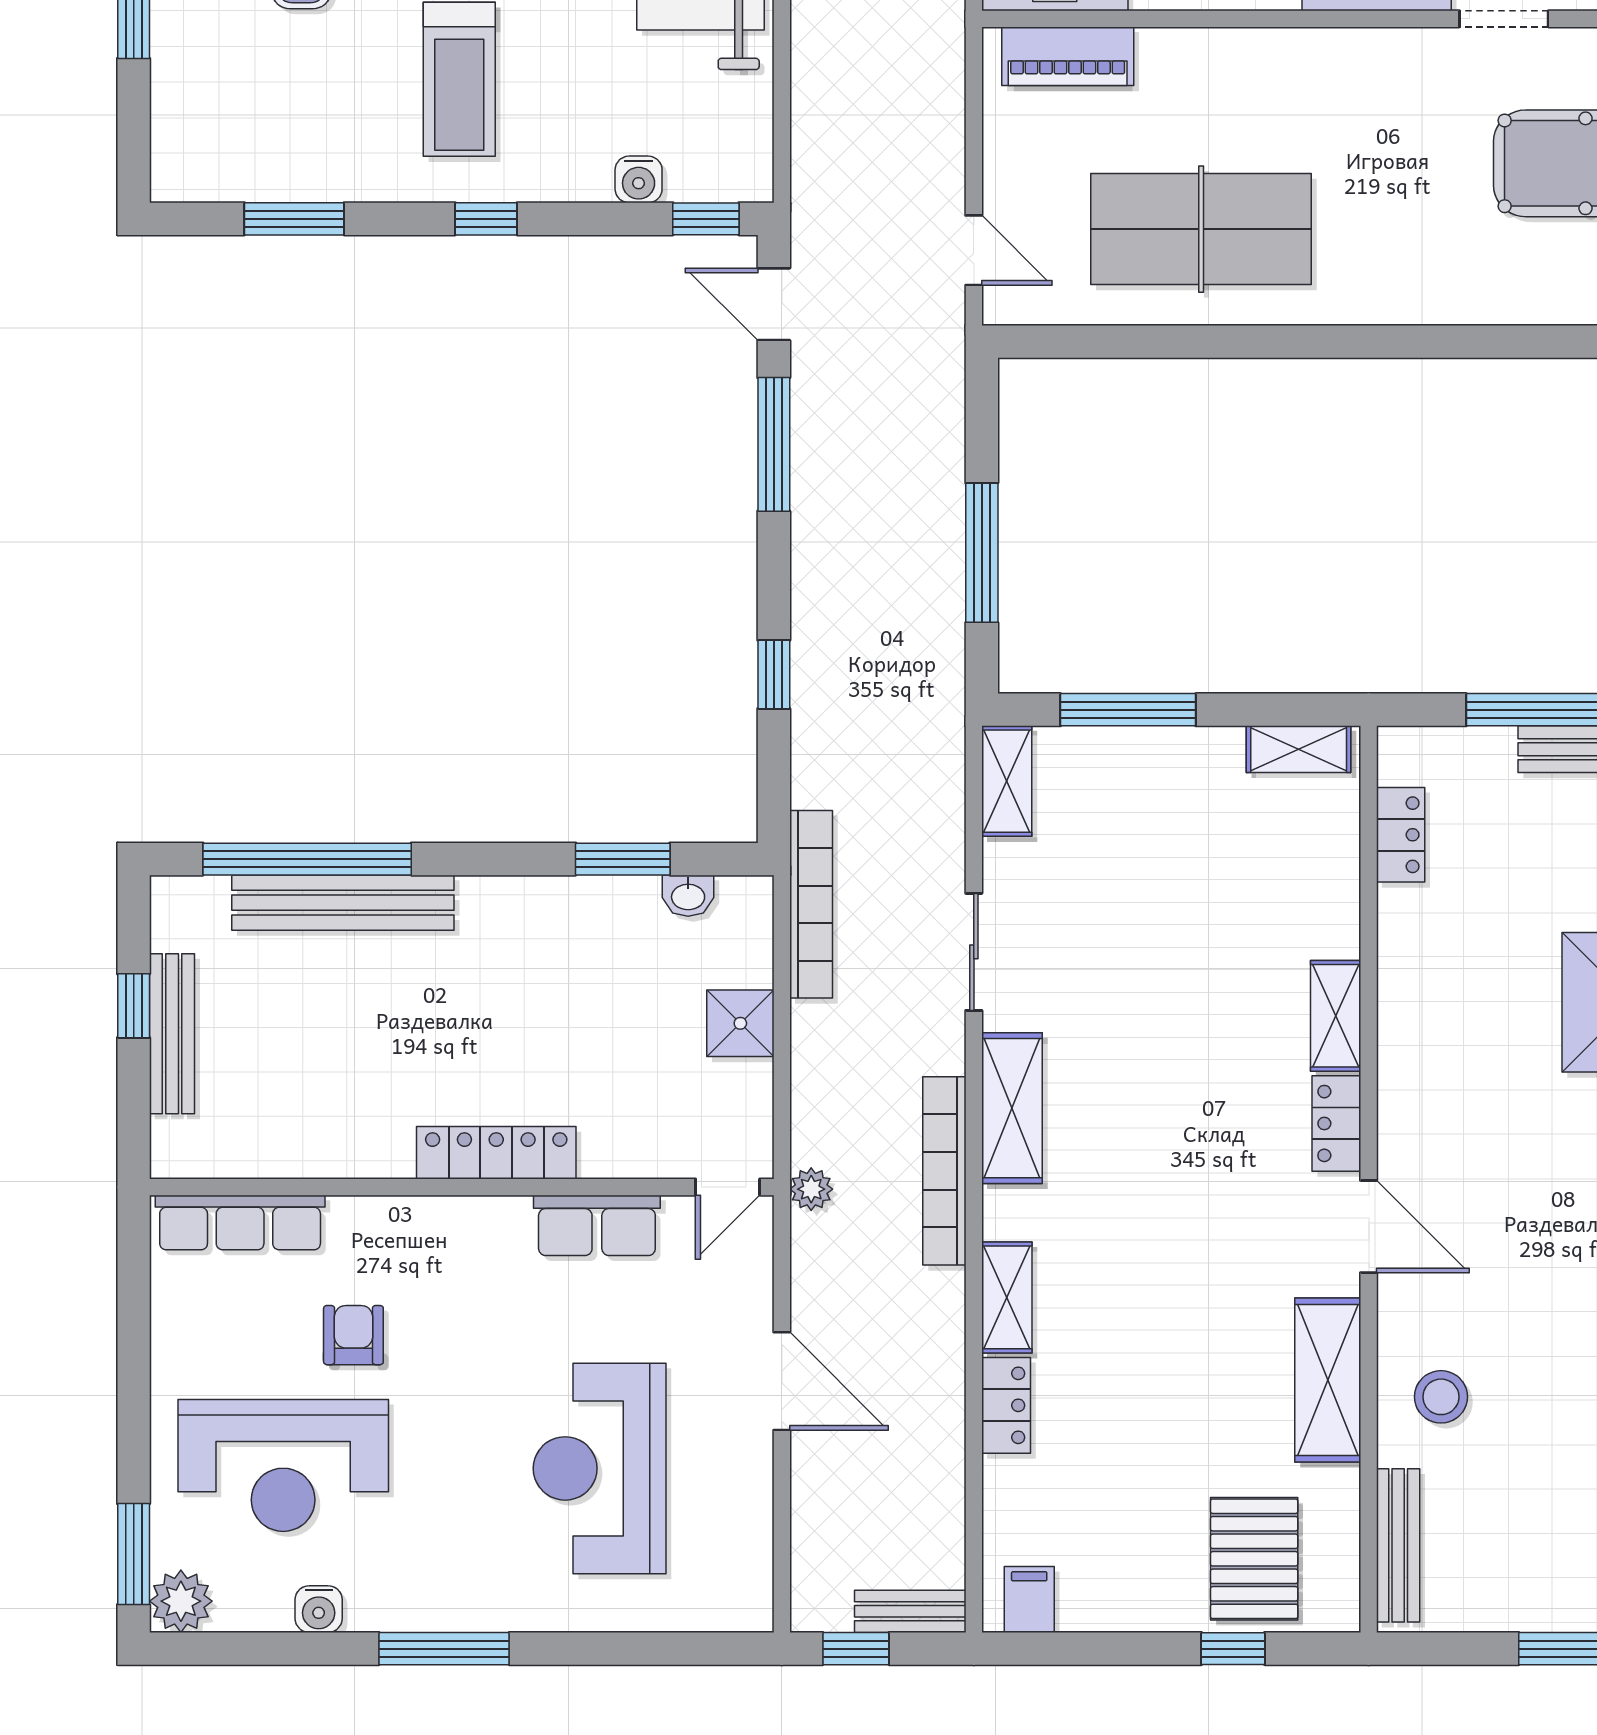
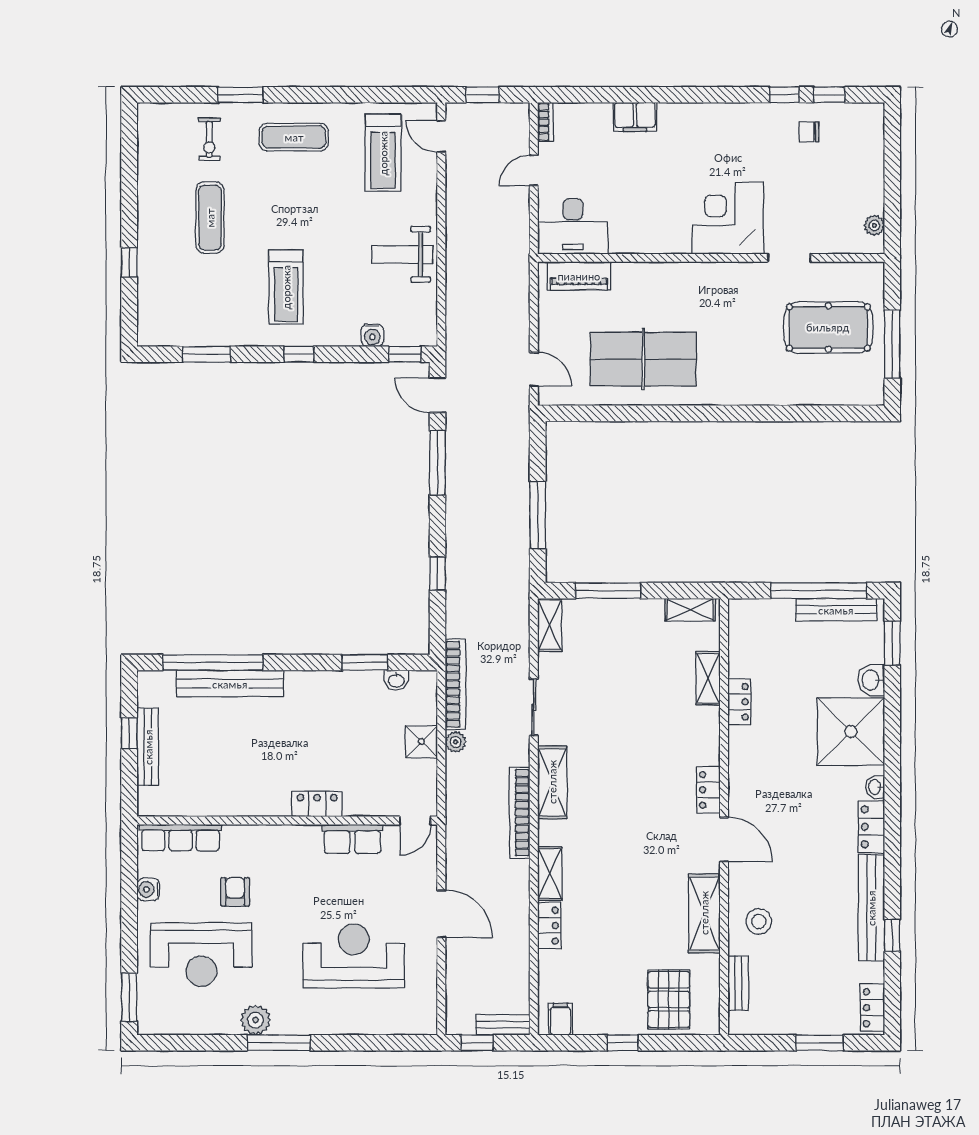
locker: (1401, 835) -> (739, 702), moved
shelving: (1336, 1016) -> (708, 678), moved
locker: (496, 1153) -> (317, 804), width x0.66
plant: (811, 1189) -> (456, 742), moved
reception desk: (600, 1468) -> (354, 956), turned 90
bench: (1398, 1545) -> (738, 983), width x0.73
plant: (181, 1601) -> (255, 1020), moved
water cooler: (319, 1609) -> (148, 889), moved, turned 90
window: (1233, 1649) -> (623, 1043), moved

